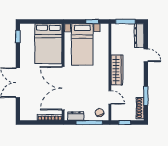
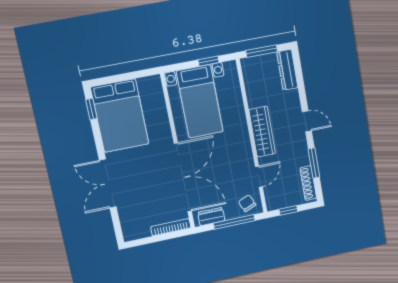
bed: (48, 44) -> (120, 116), moved
door: (146, 55) -> (307, 121), moved
double door: (63, 88) -> (183, 177), swing flipped
door: (110, 97) -> (259, 177), hinge flipped

